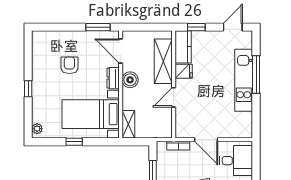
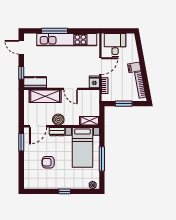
fridge: (184, 71) -> (94, 82), moved
kitchen unit: (244, 80) -> (67, 40), width x1.36
window: (74, 142) -> (102, 159), width x2.17

